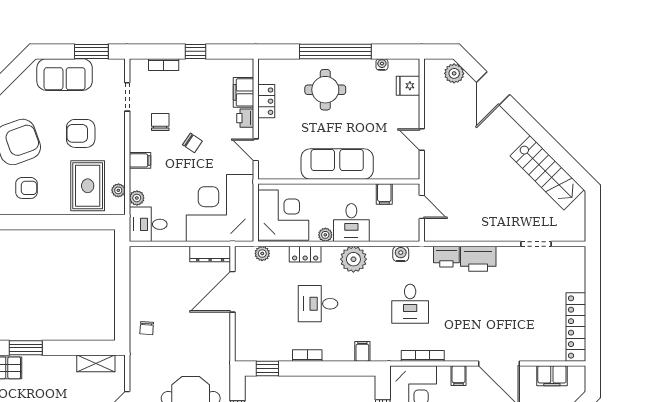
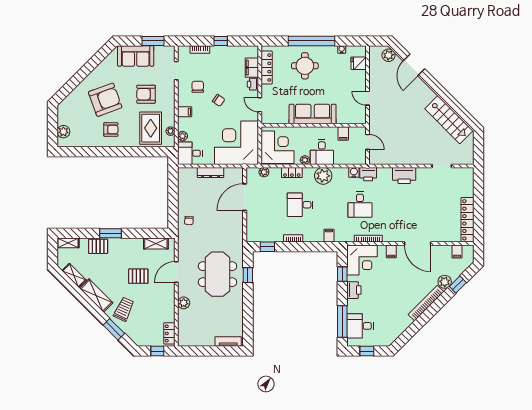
locker: (266, 101) -> (267, 68), width x1.53
dresser: (210, 254) -> (211, 172), moved
printer: (446, 257) -> (368, 174), moved
filing cabinet: (552, 376) -> (457, 252), width x0.50

